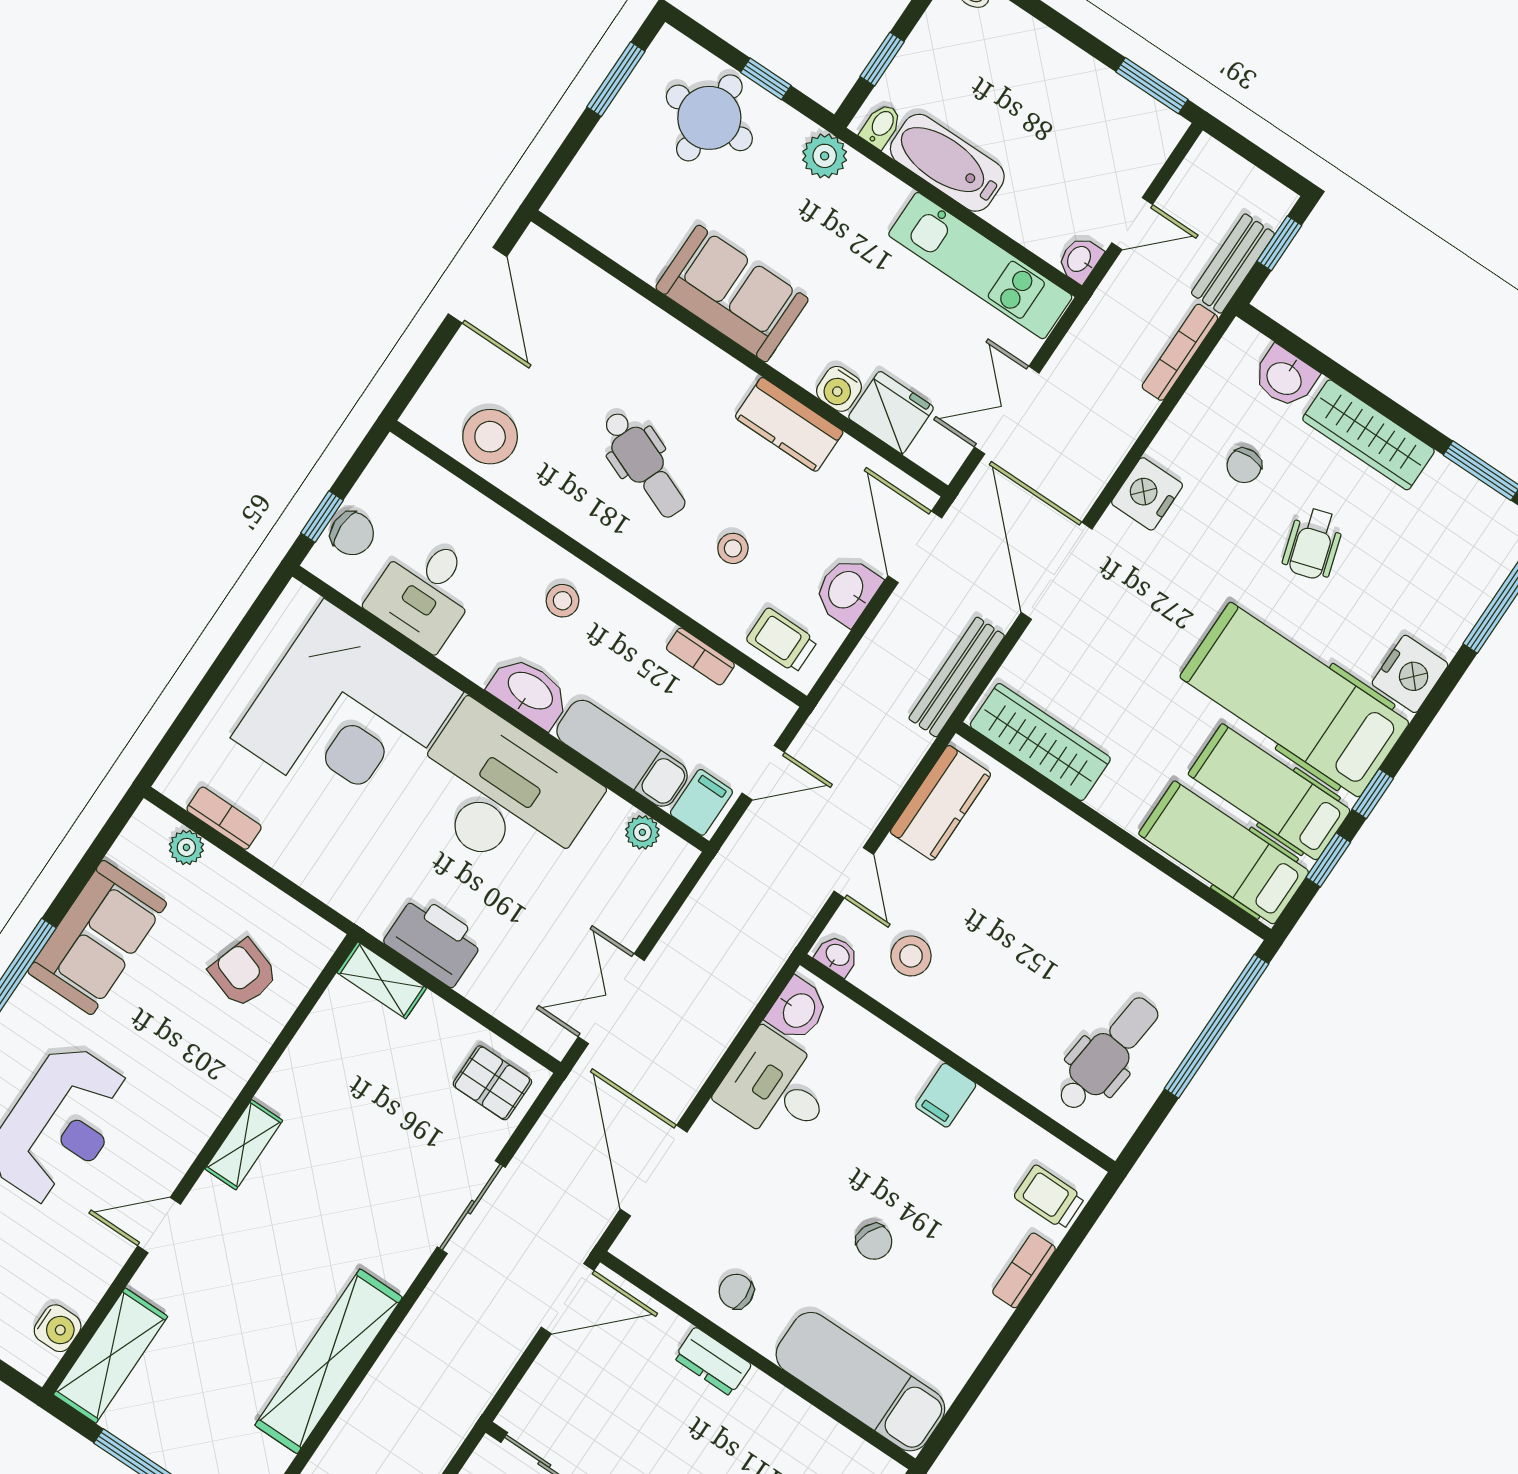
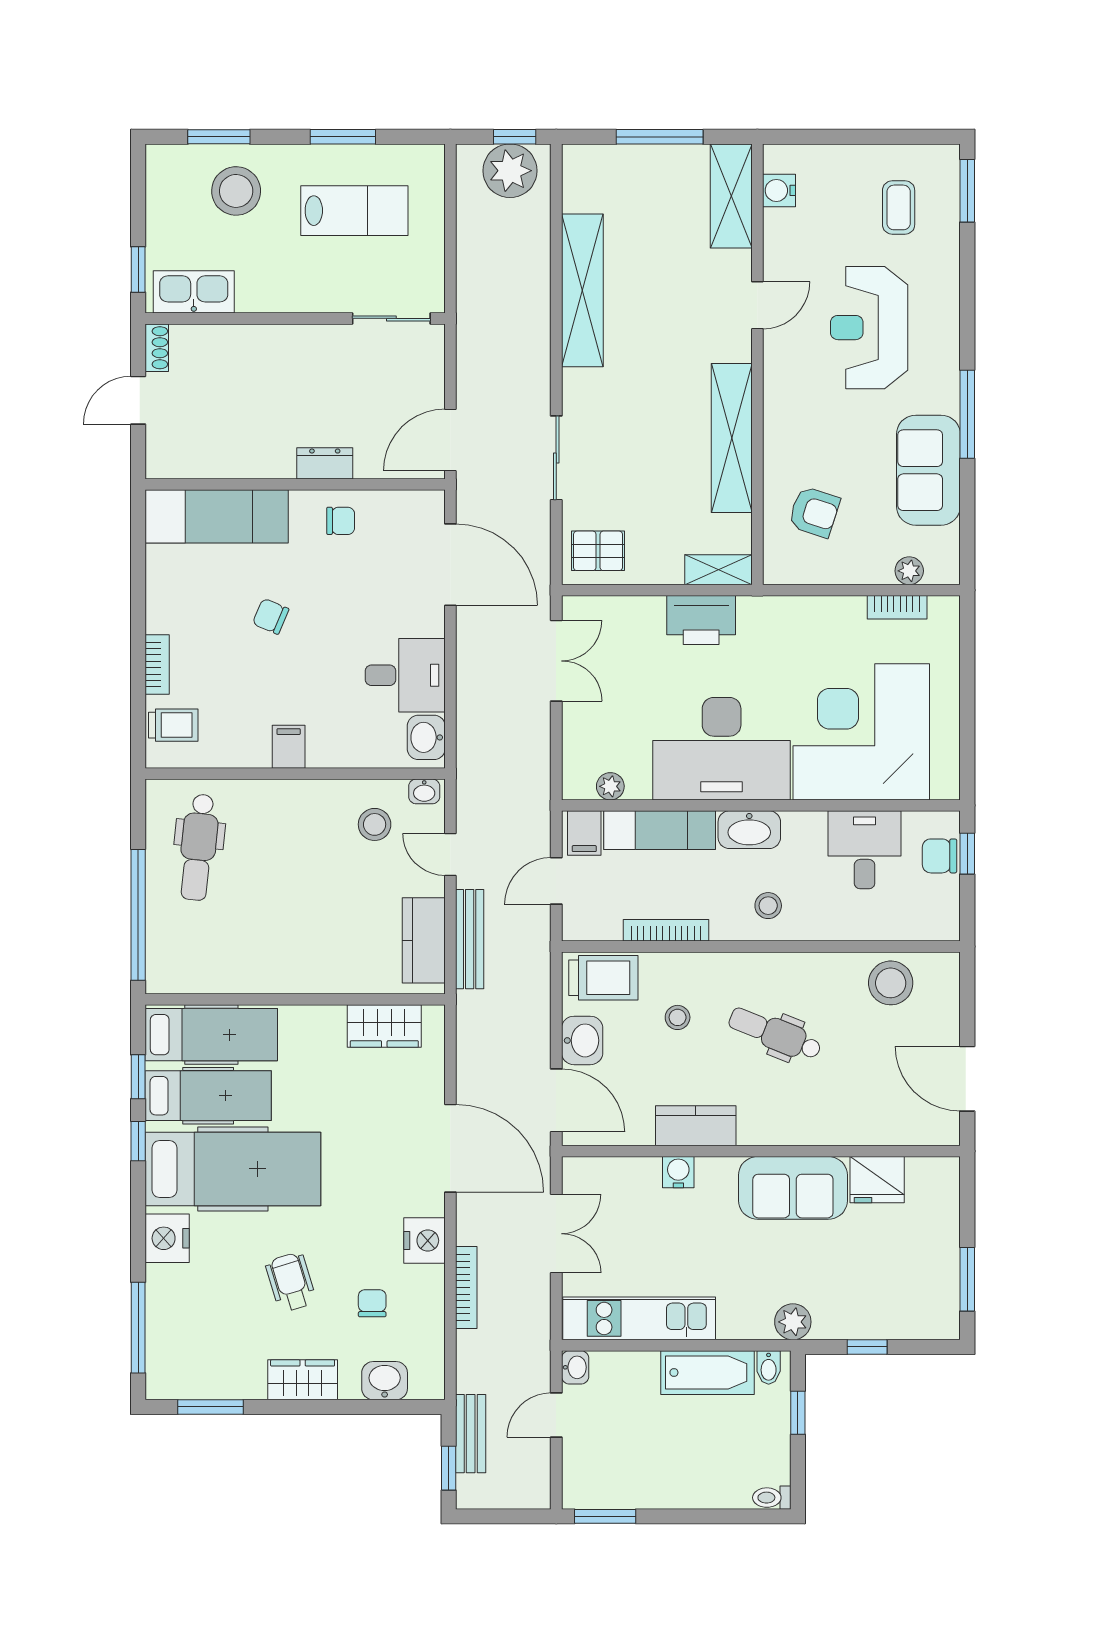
round table: (709, 118) -> (887, 1295), removed
bookcase: (1180, 352) -> (466, 1287), moved
fridge: (891, 413) -> (877, 1180), moved
wardrobe: (1368, 435) -> (303, 1380), width x0.67
trolley: (782, 640) -> (603, 978), width x1.36, depth x1.39
bookcase: (700, 656) -> (666, 930), width x1.56
bench: (957, 677) -> (470, 939), moved
wardrobe: (1040, 742) -> (384, 1026), width x0.67
shelving: (244, 1145) -> (732, 438), width x2.20, depth x1.33

